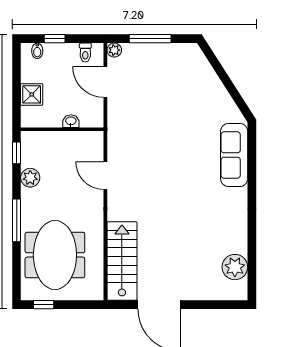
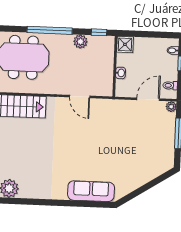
shower: (32, 94) -> (125, 44), moved
door: (105, 176) -> (80, 97), swing flipped
window: (17, 220) -> (50, 30), width x1.46

